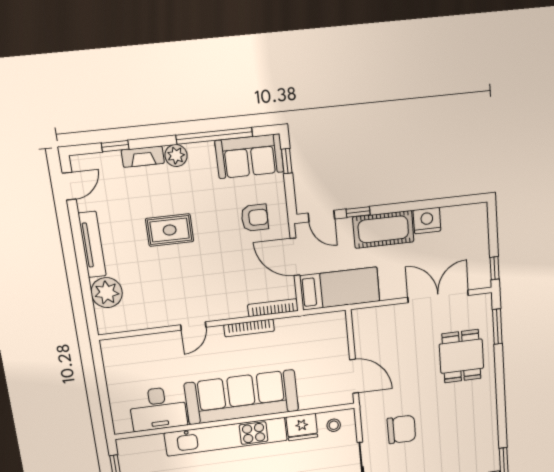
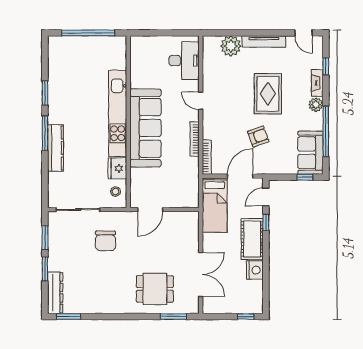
armchair: (255, 218) -> (258, 136), moved, turned -110
rug: (170, 230) -> (268, 94), width x1.36, depth x1.43
window: (495, 268) -> (246, 317), moved
desk: (158, 409) -> (184, 61), moved, turned 180

